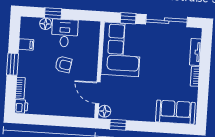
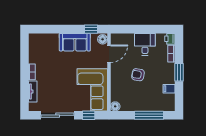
window: (53, 13) -> (149, 115), width x2.17
floor lamp: (46, 24) -> (115, 106), moved
desk: (65, 33) -> (145, 44), moved, turned 180
door: (98, 93) -> (109, 54), hinge flipped
sofa: (175, 112) -> (75, 42), moved

